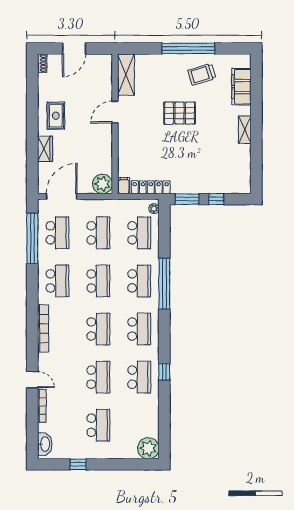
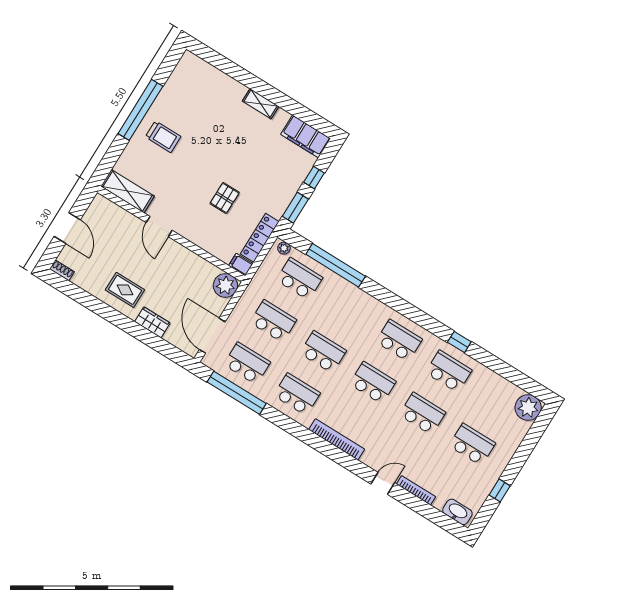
trolley: (202, 74) -> (163, 137), moved, turned -73
filing cabinet: (241, 87) -> (306, 136), moved
pallet: (180, 113) -> (225, 198), moved, width x0.67, depth x0.71
school desk: (139, 281) -> (349, 310), removed
window: (164, 284) -> (336, 265), moved

